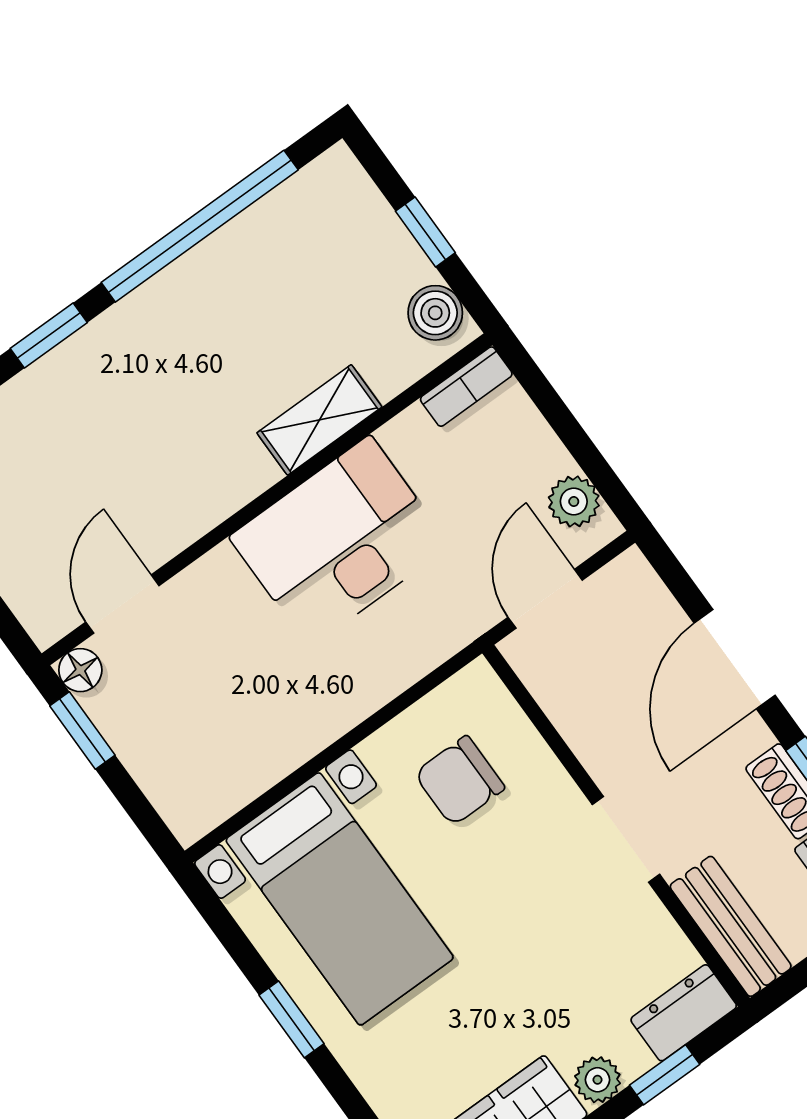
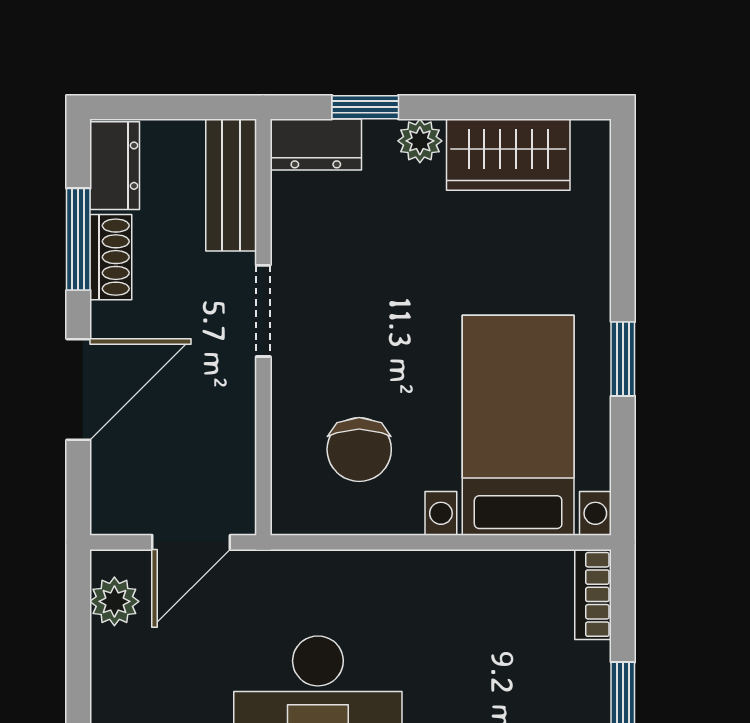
chair: (459, 781) -> (359, 449), turned 90
bookcase: (172, 801) -> (593, 594), added

